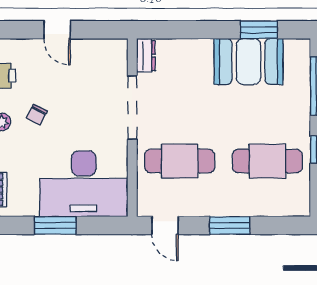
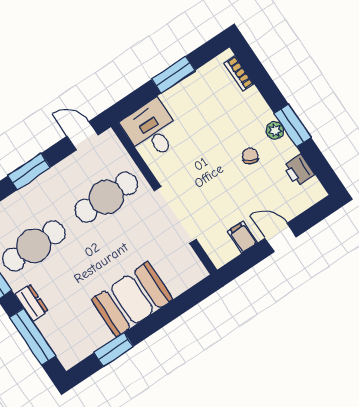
filing cabinet: (89, 51) -> (242, 237), added
dresser: (146, 56) -> (31, 303), moved, turned 180
booth: (249, 61) -> (132, 299), moved
desk: (84, 184) -> (152, 130), width x0.53, depth x0.77

